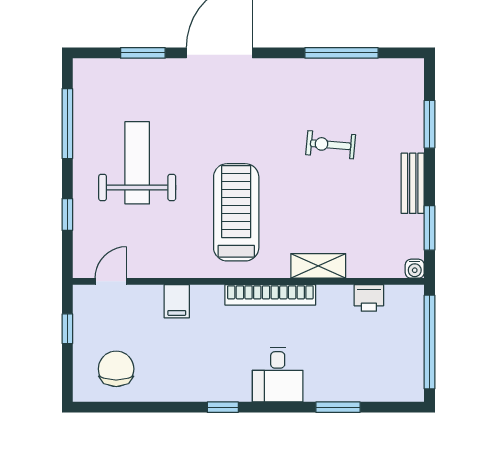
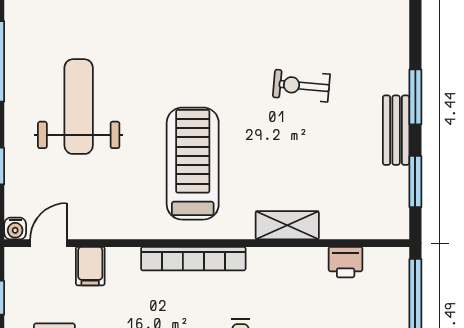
window: (429, 124) -> (415, 97), moved
water cooler: (415, 269) -> (15, 229), moved
bookcase: (270, 295) -> (193, 259), moved
filing cabinet: (177, 301) -> (90, 266), moved

